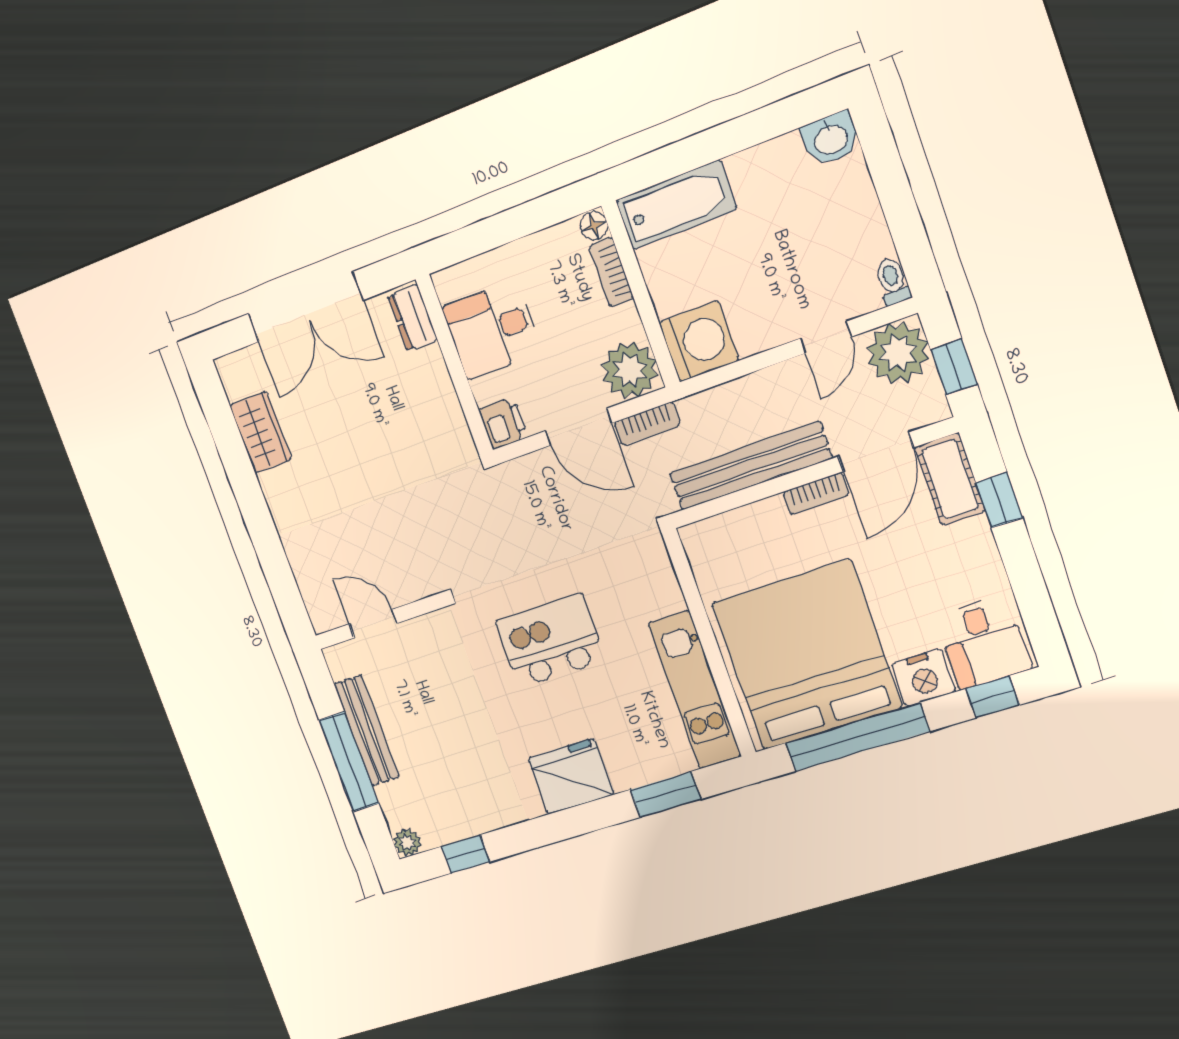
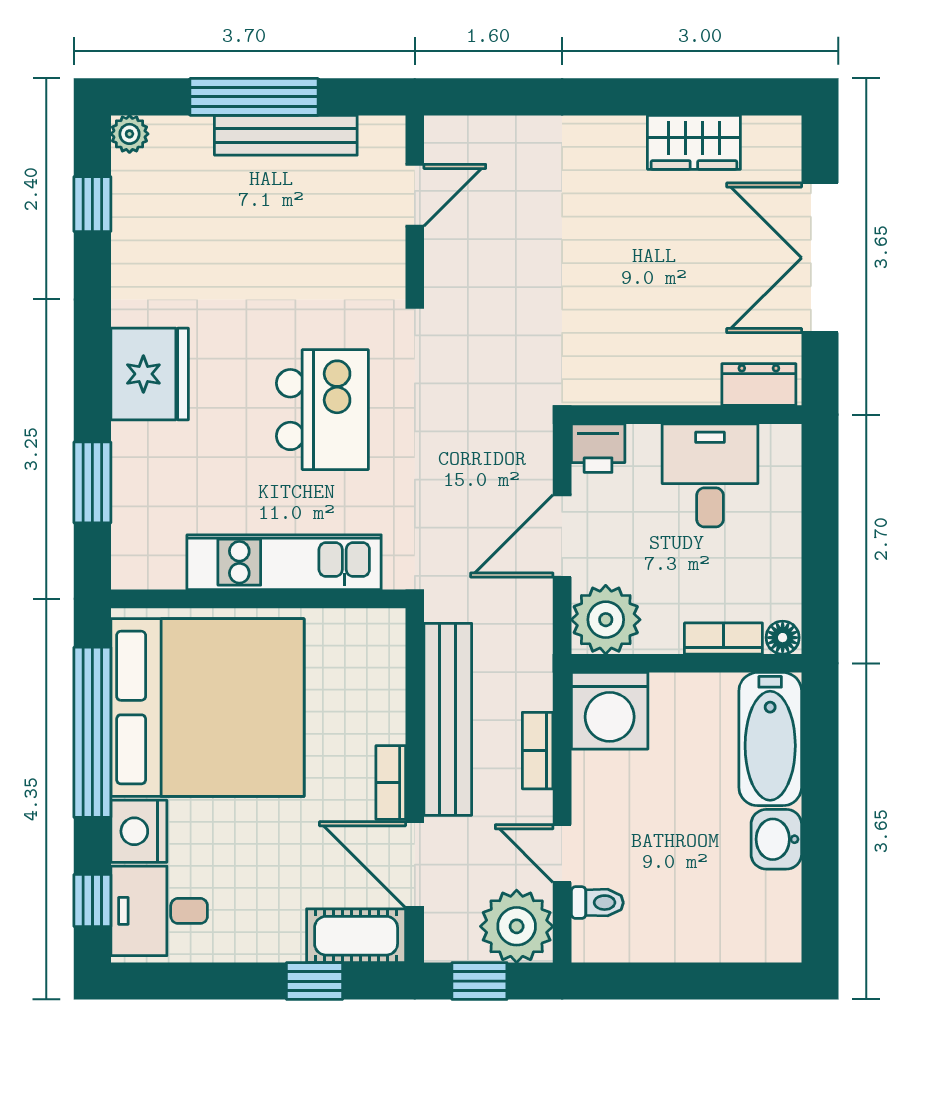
washbasin: (831, 139) -> (776, 839), moved
toilet: (892, 281) -> (597, 903), moved
bookcase: (647, 424) -> (538, 751), moved
kitchen unit: (695, 690) -> (284, 562), moved

